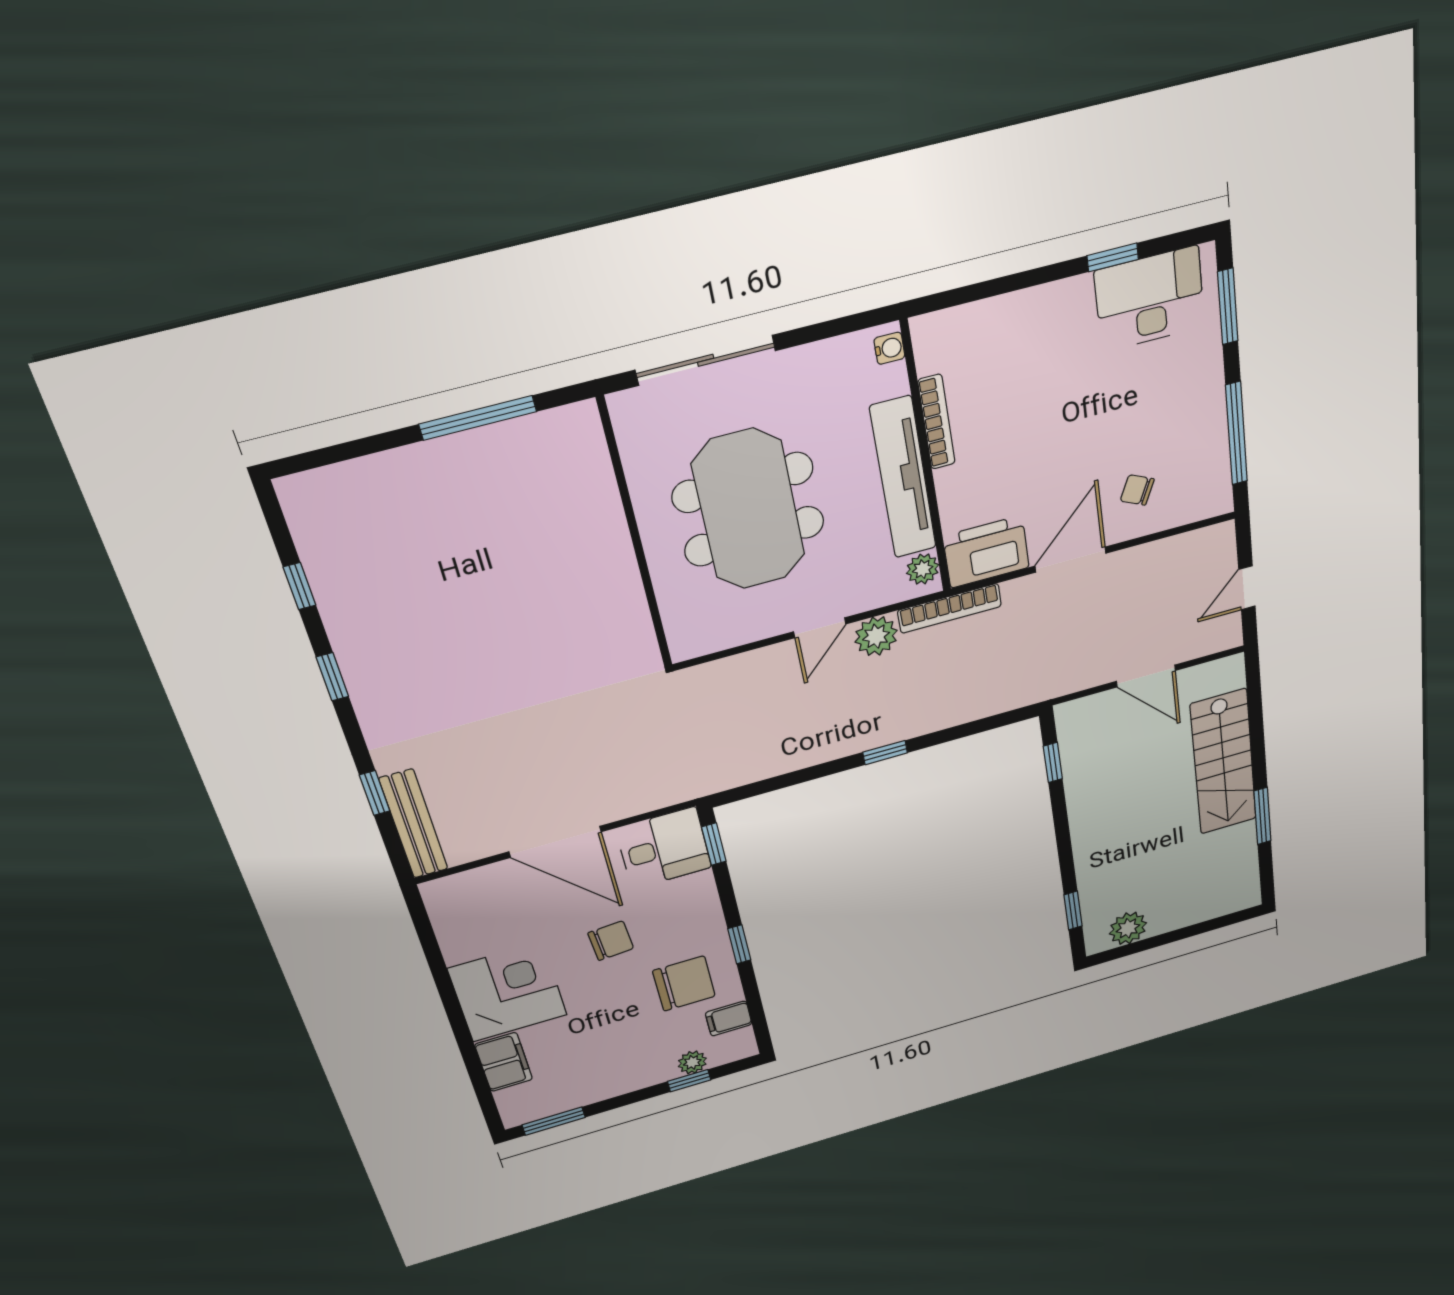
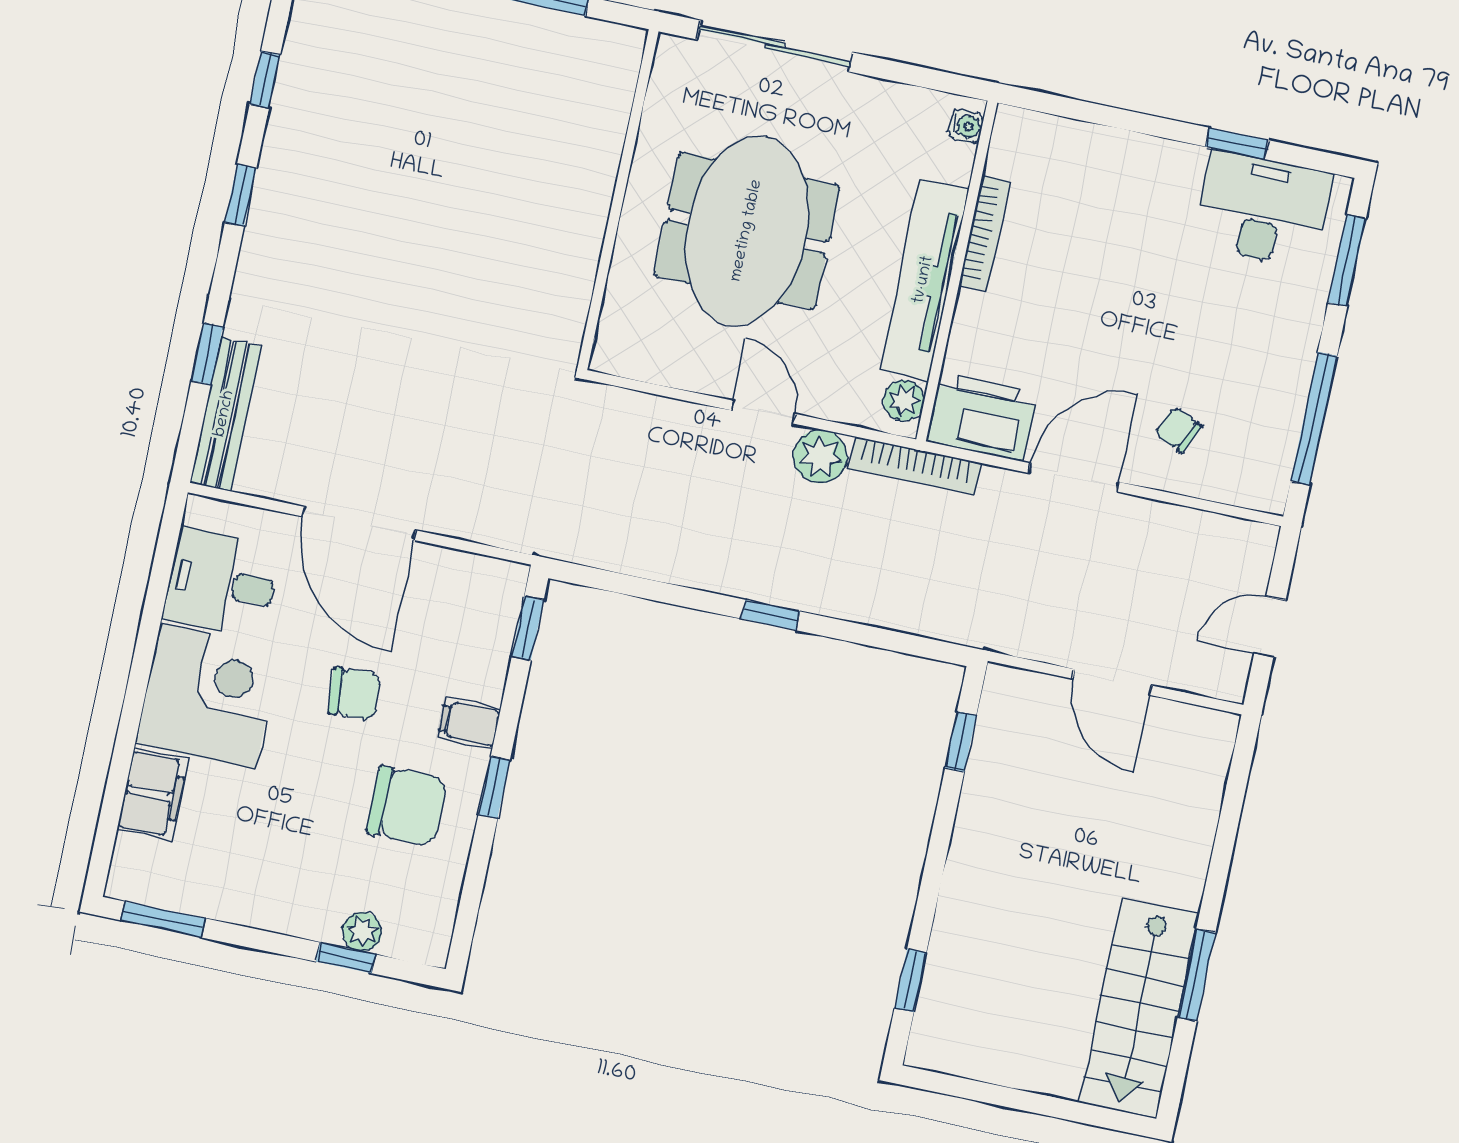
door: (820, 628) -> (763, 412), swing flipped
stairs: (1223, 762) -> (1139, 1008), moved
desk: (664, 848) -> (221, 583), moved, turned 180
plant: (1128, 928) -> (970, 1052), removed
filing cabinet: (729, 1018) -> (469, 723), moved

